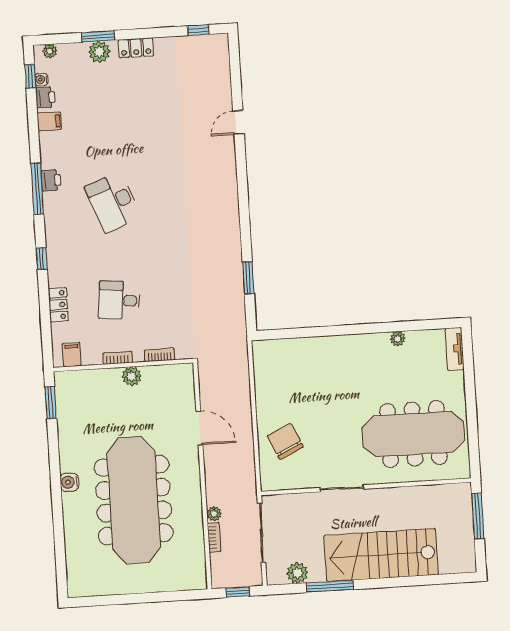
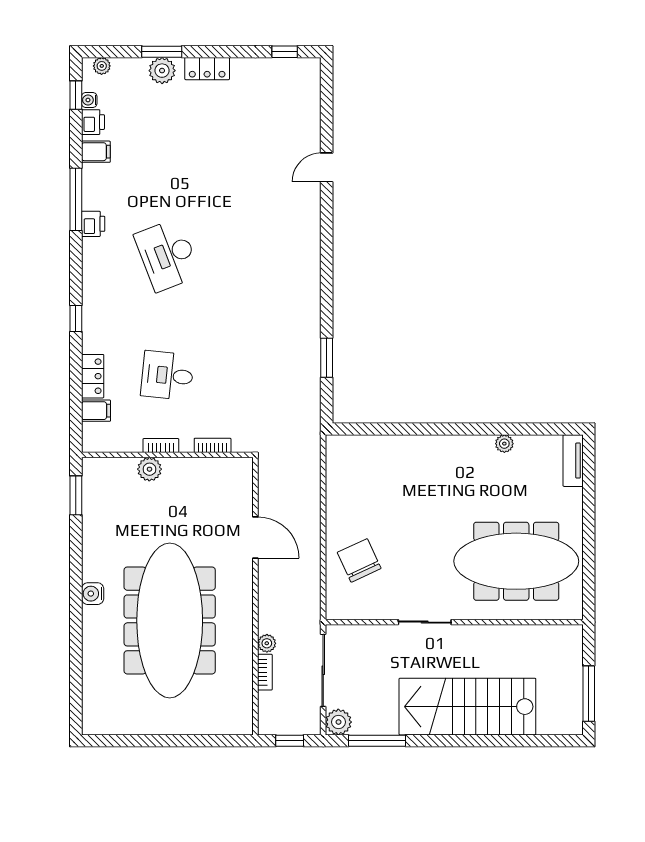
window: (37, 189) -> (76, 199), moved
filing cabinet: (72, 355) -> (96, 411), moved, turned 90
plant: (132, 376) -> (149, 469), moved
window: (478, 516) -> (589, 694), moved
plant: (297, 573) -> (338, 722), moved
window: (330, 586) -> (377, 741), moved

